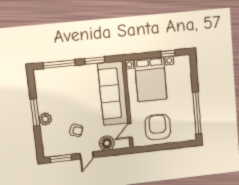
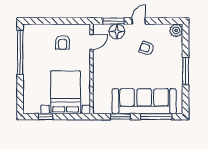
sofa: (113, 93) -> (144, 101), moved, turned -90
plant: (45, 119) -> (176, 30), moved
armchair: (158, 127) -> (63, 42), width x0.53, depth x0.53
window: (61, 158) -> (113, 21), moved

